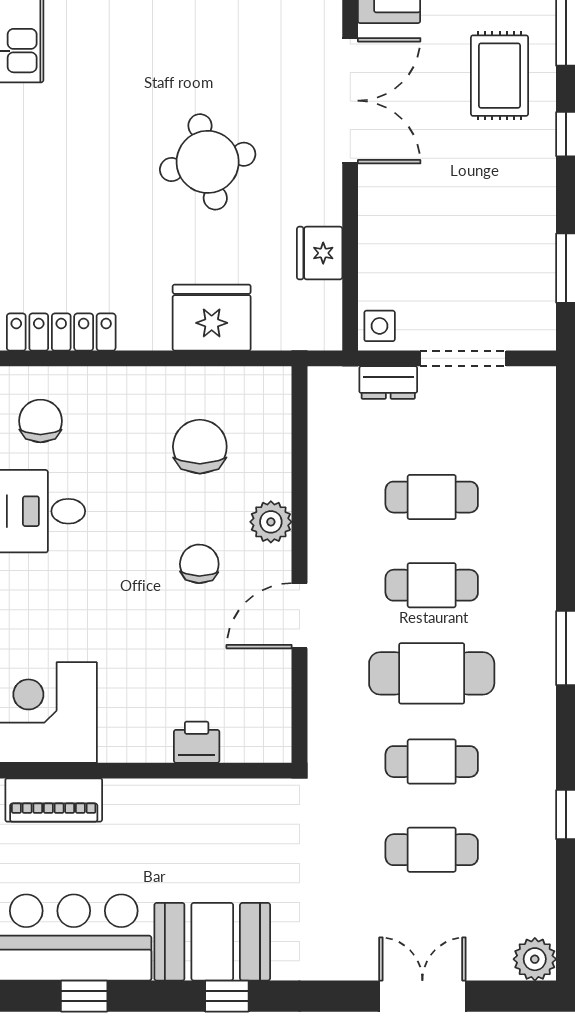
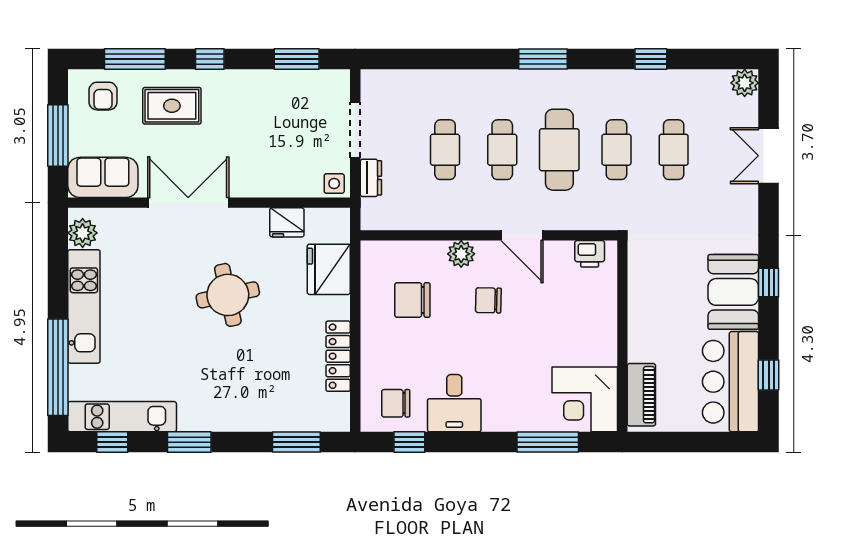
fridge: (212, 318) -> (329, 269), moved
locker: (61, 332) -> (338, 356), moved
printer: (197, 742) -> (590, 254), moved, turned -90

